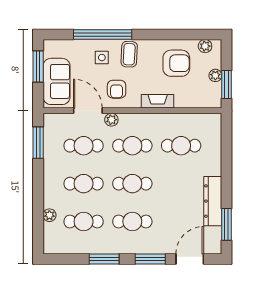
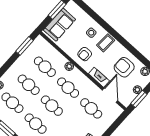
window: (103, 34) -> (101, 22), removed
armchair: (176, 63) -> (124, 67), turned 180
door: (88, 111) -> (110, 95), moved

